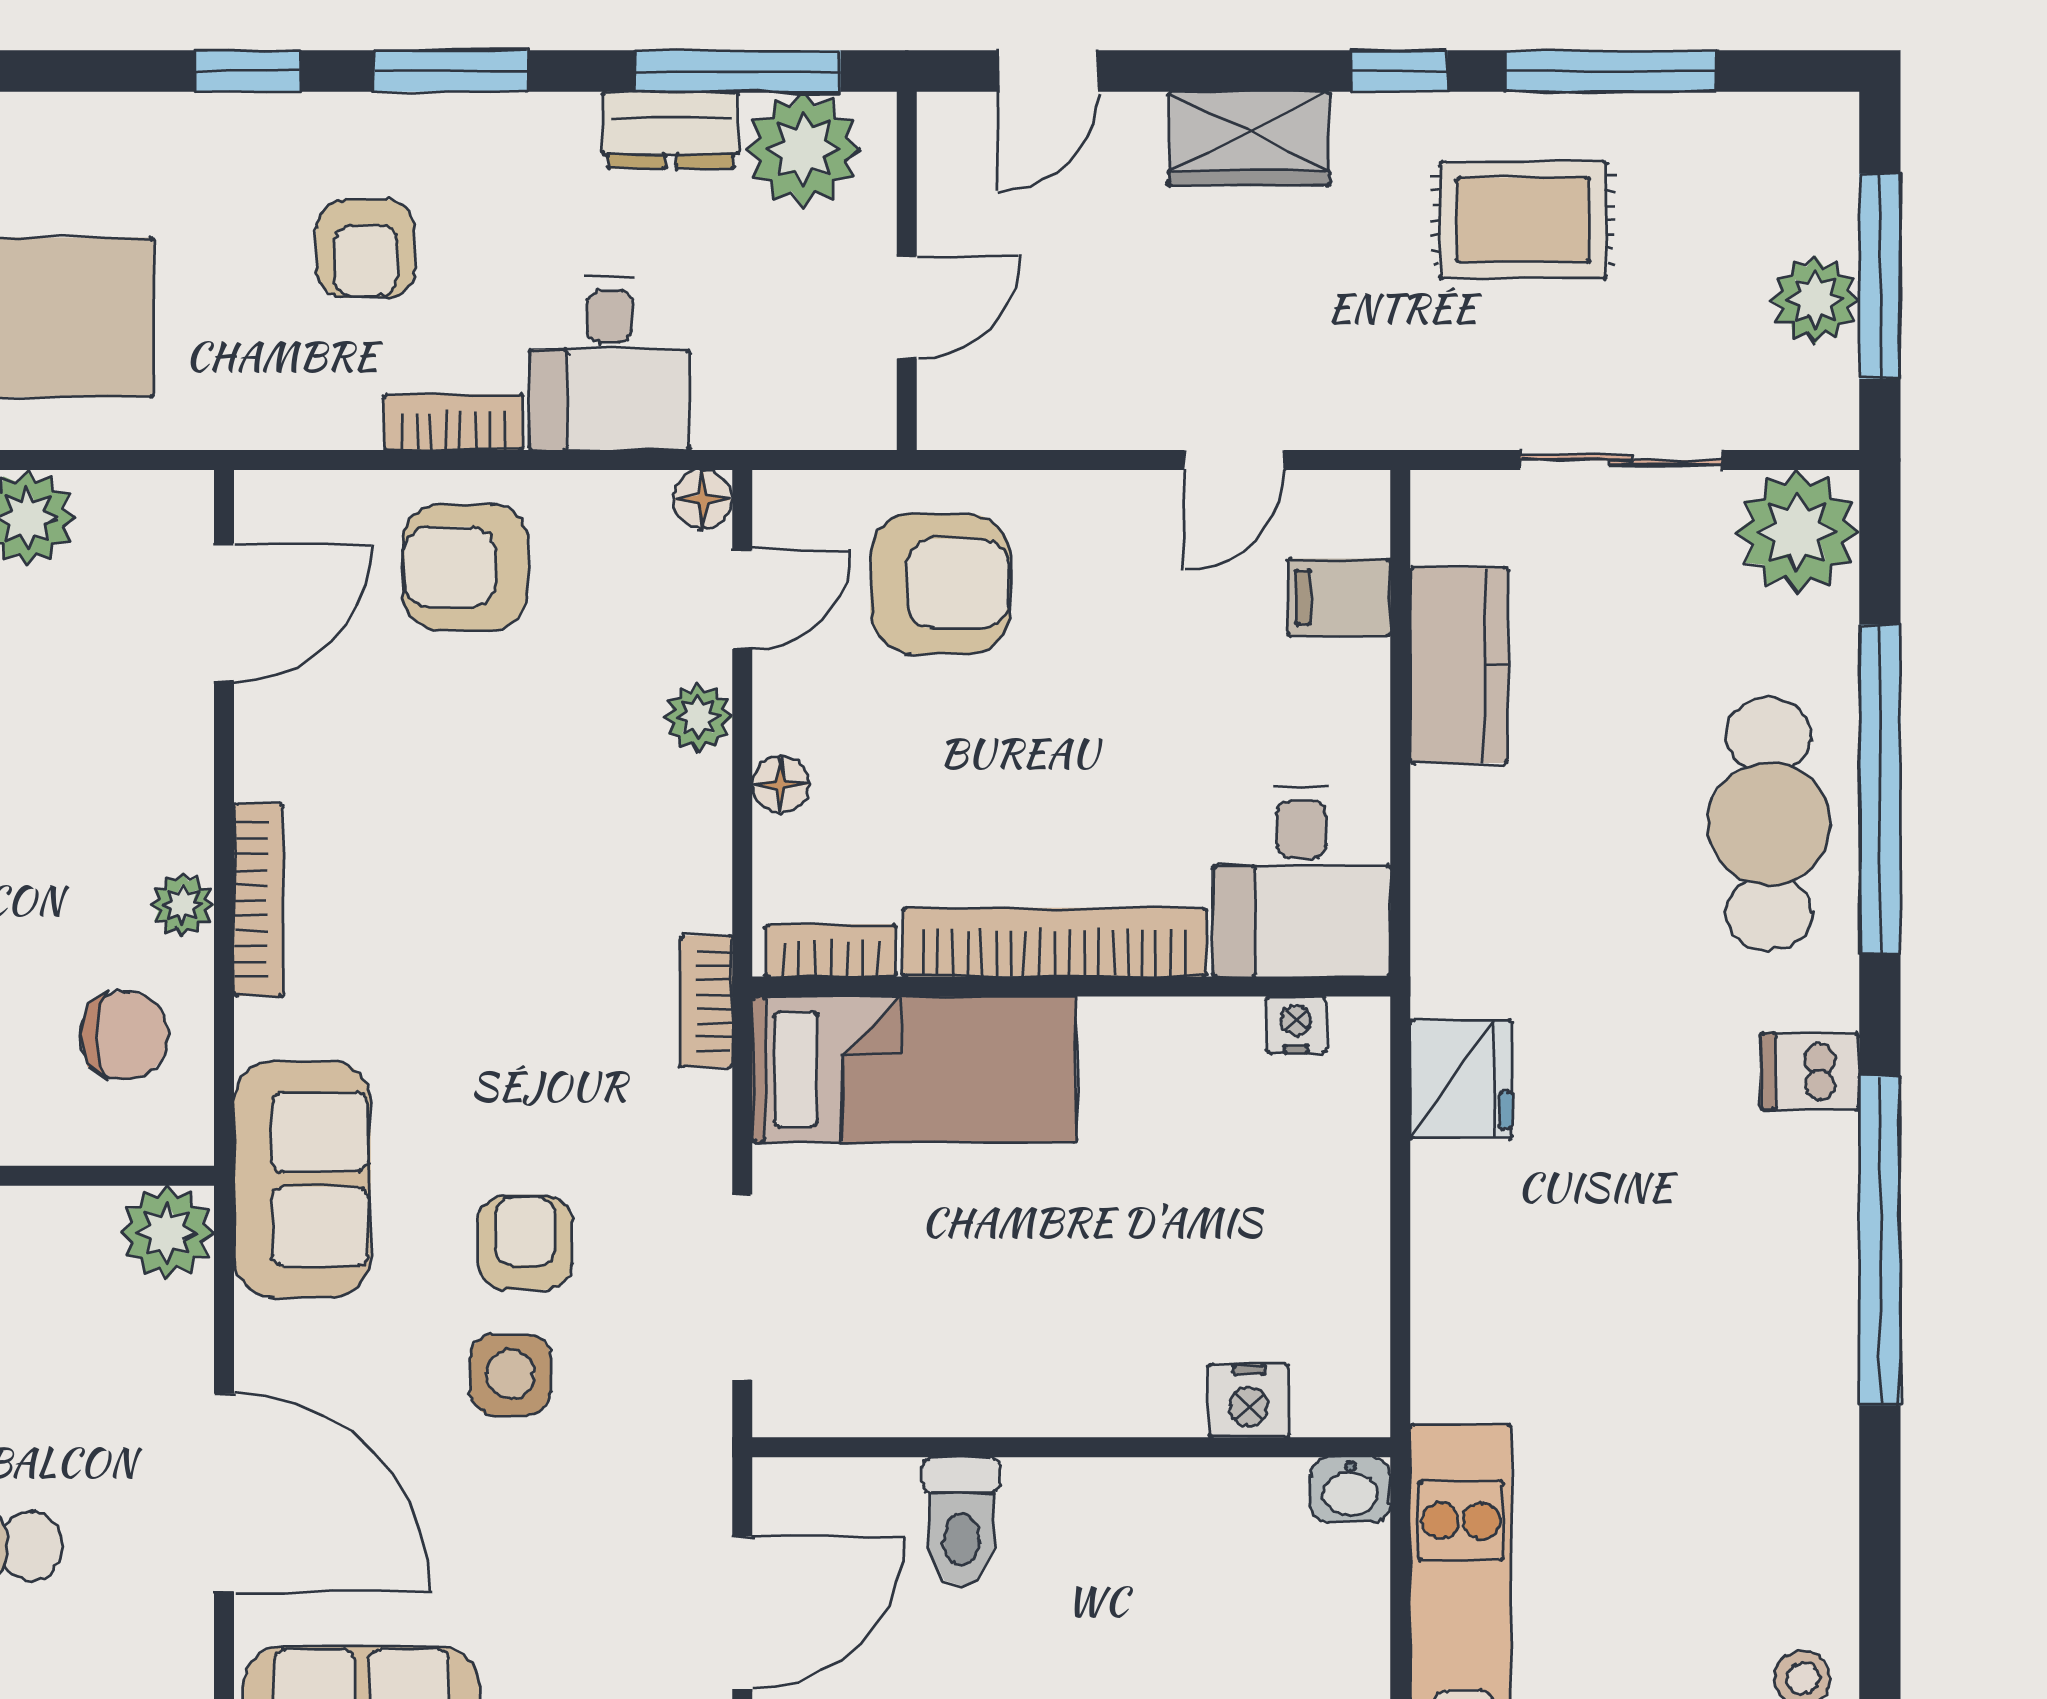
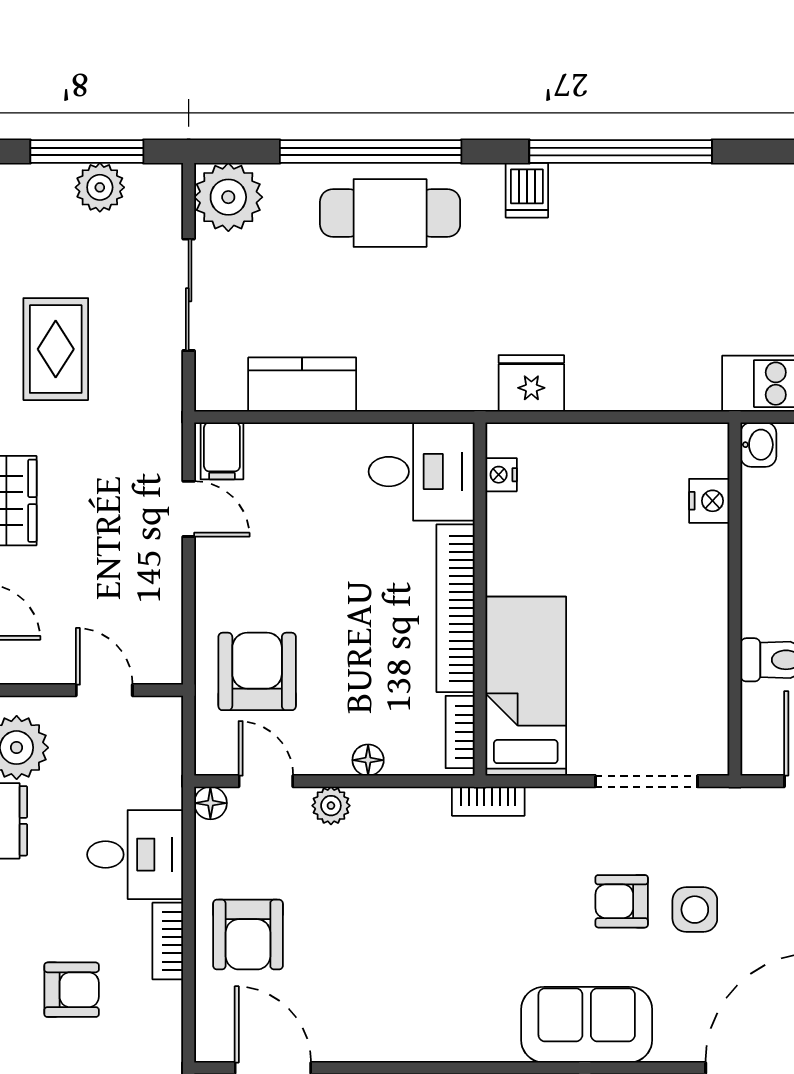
filing cabinet: (1339, 597) -> (222, 451), moved
bookcase: (258, 900) -> (432, 1049), removed

